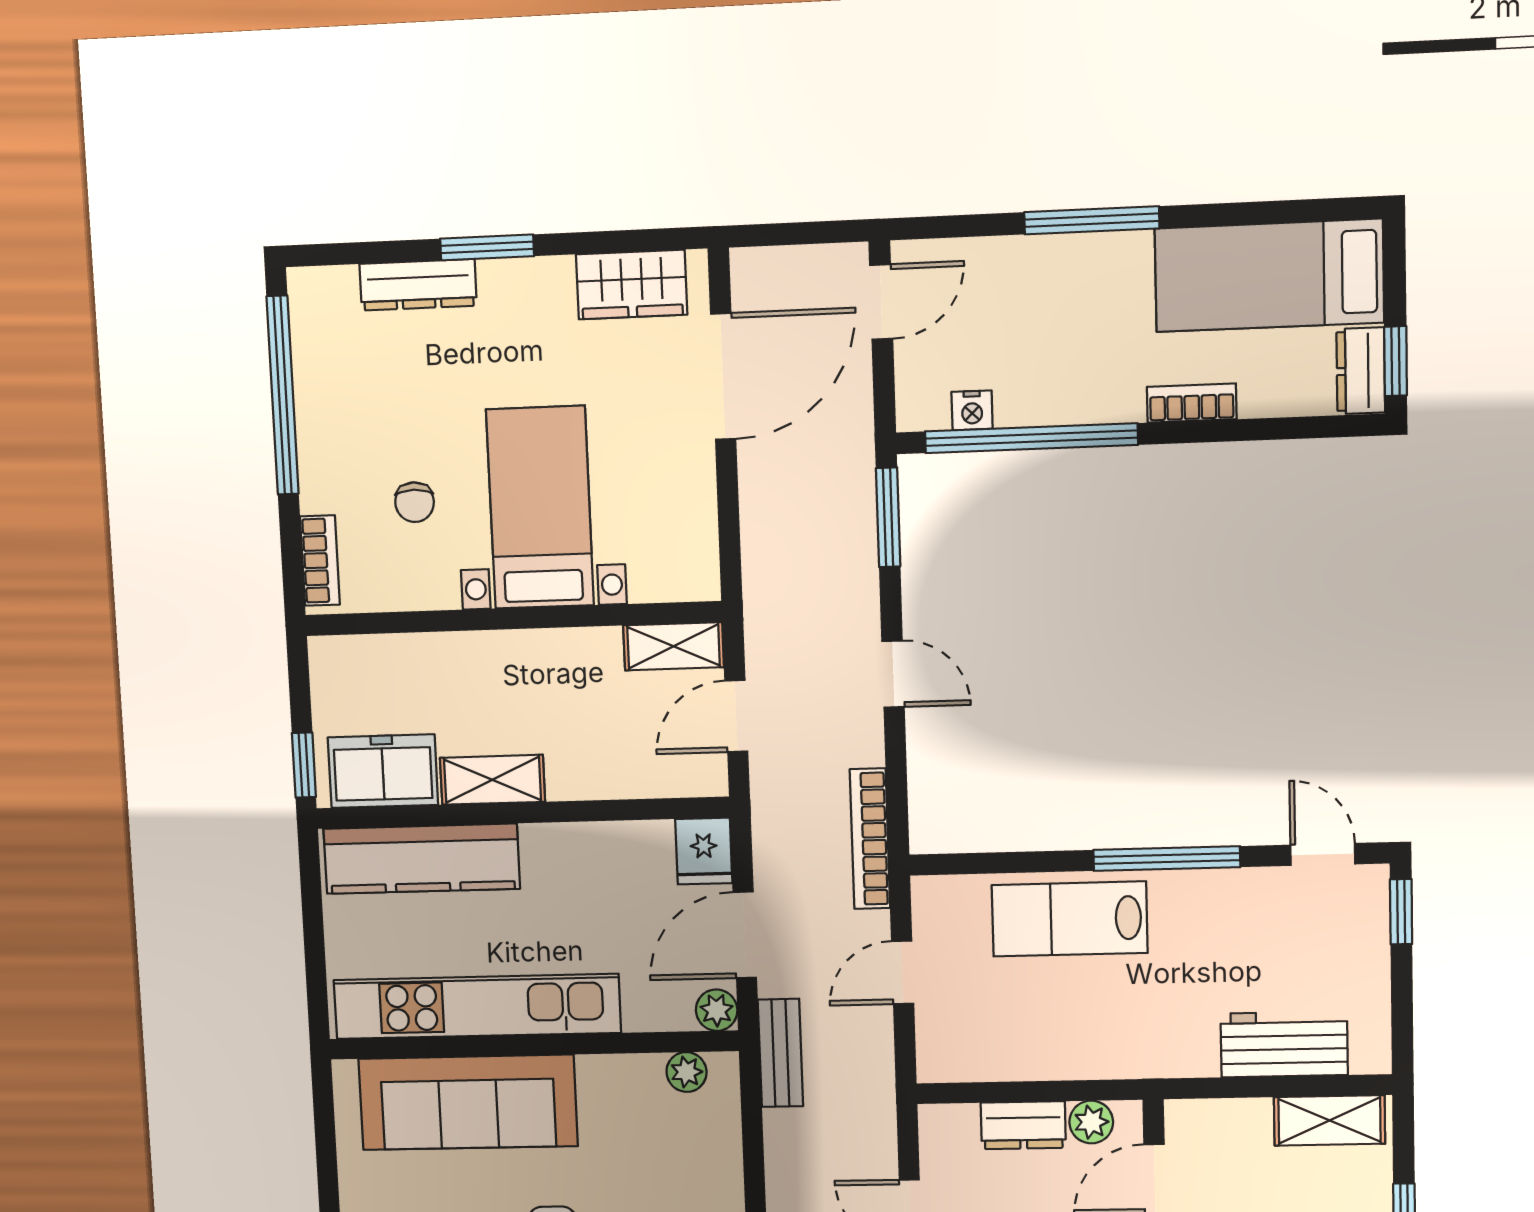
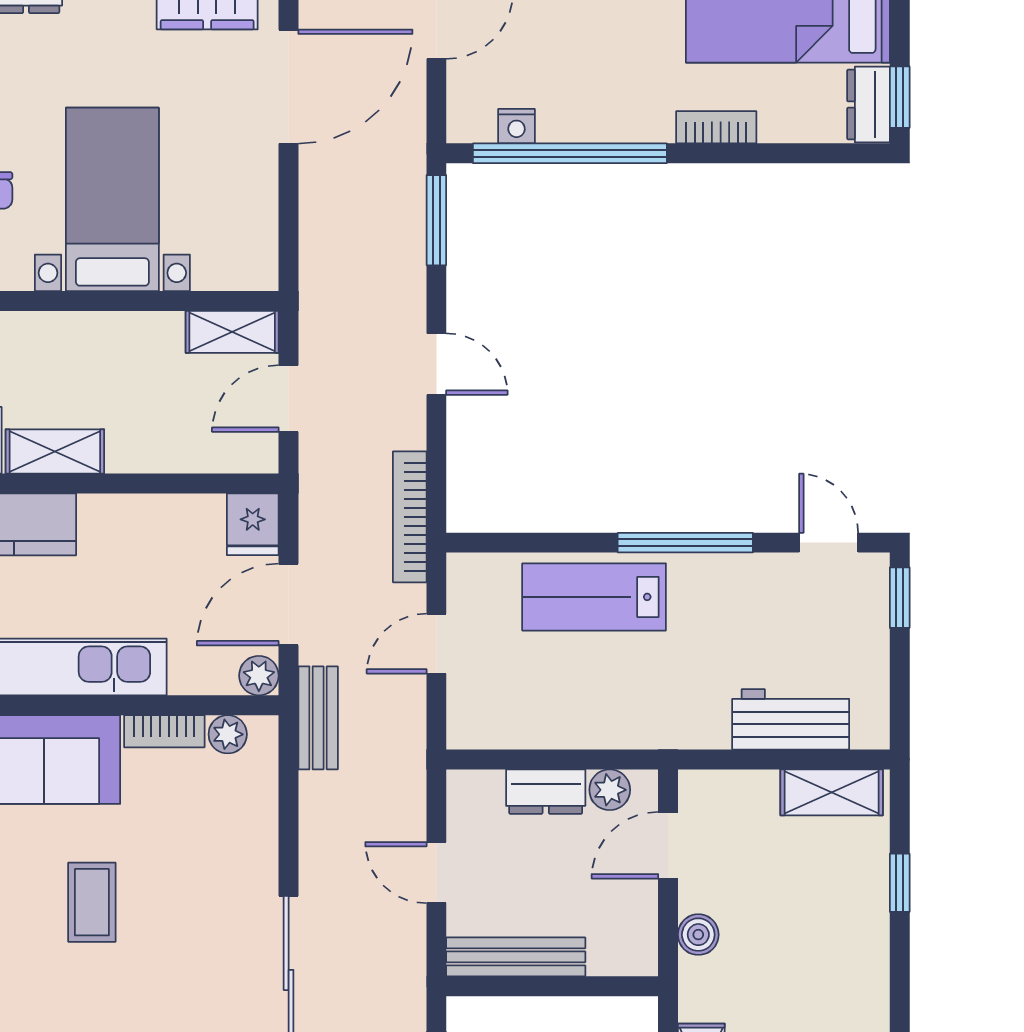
bookcase: (620, 1070) -> (164, 731), added

